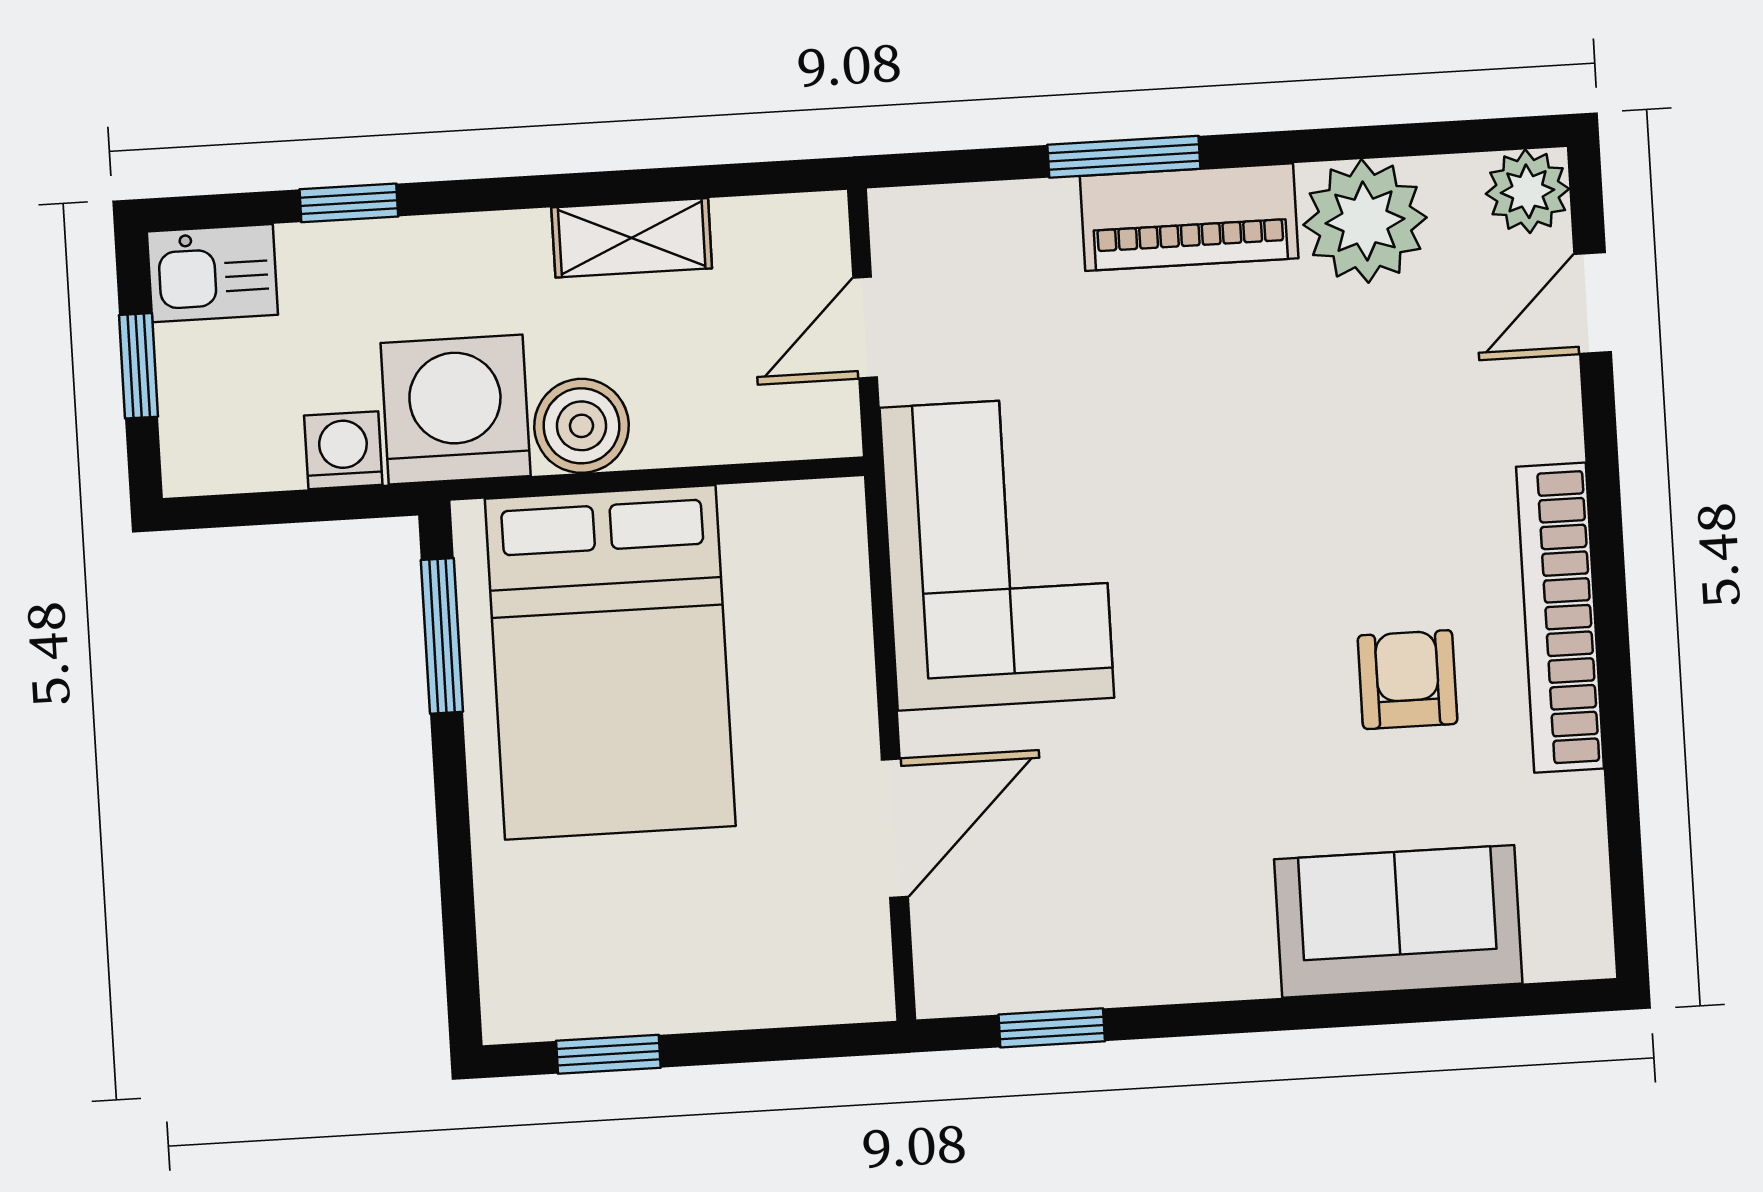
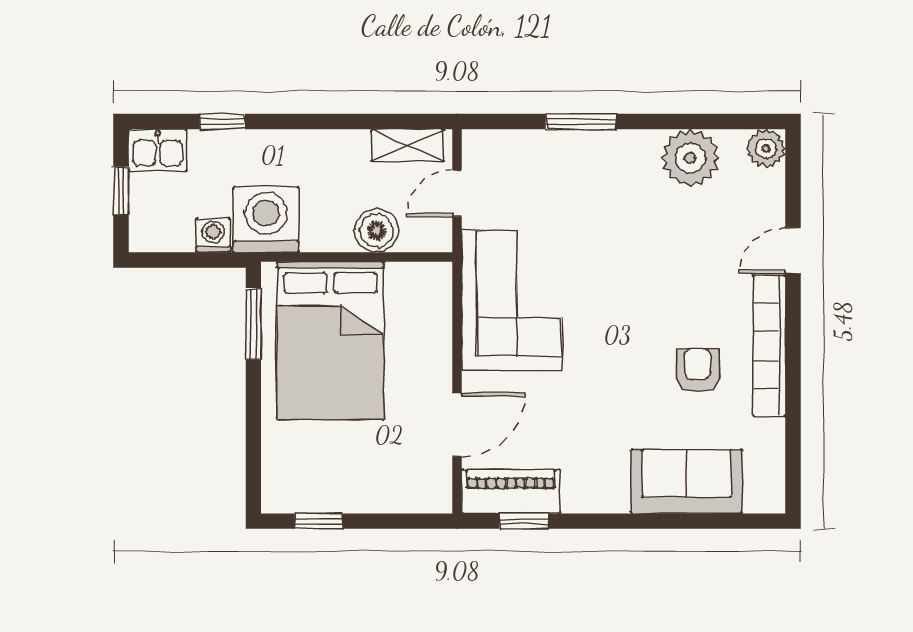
piano: (1189, 217) -> (511, 491), moved, turned 180
shelving: (632, 238) -> (408, 145), moved
door: (1593, 303) -> (793, 251), moved
boiler: (582, 426) -> (377, 231), moved

